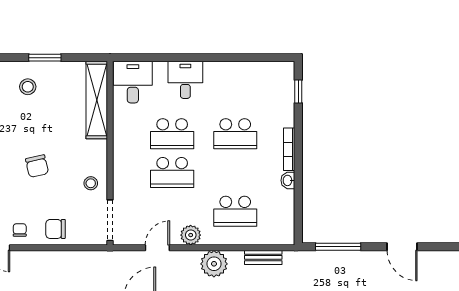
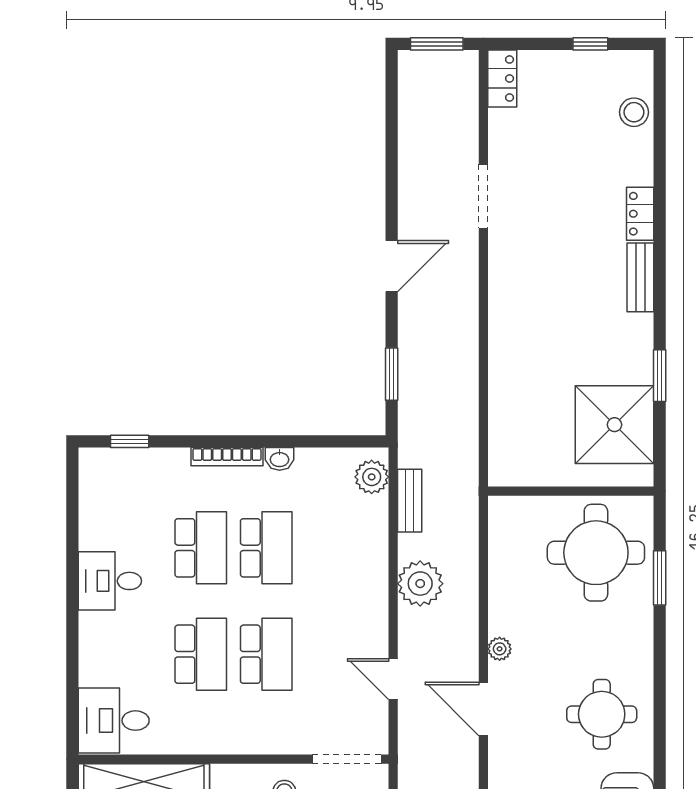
desk: (185, 80) -> (110, 581), moved
school desk: (235, 211) -> (266, 548), moved
plant: (191, 235) -> (372, 477), moved
window: (338, 247) -> (392, 374), width x0.69

